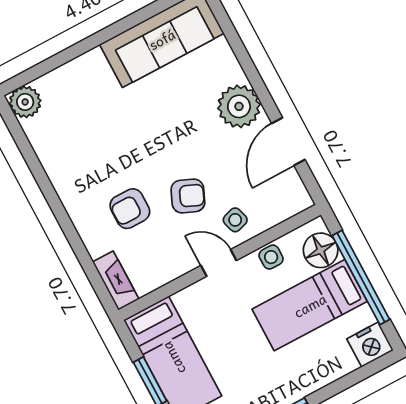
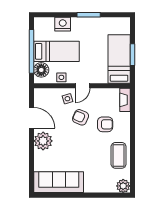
door: (288, 141) -> (31, 118), hinge flipped
coffee table: (68, 160) -> (119, 155), added
door: (219, 263) -> (82, 86), hinge flipped
nightstand: (370, 345) -> (63, 24), moved

